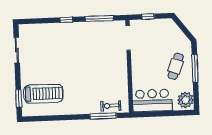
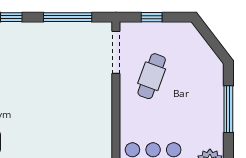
cafe table: (176, 66) -> (152, 76), moved

